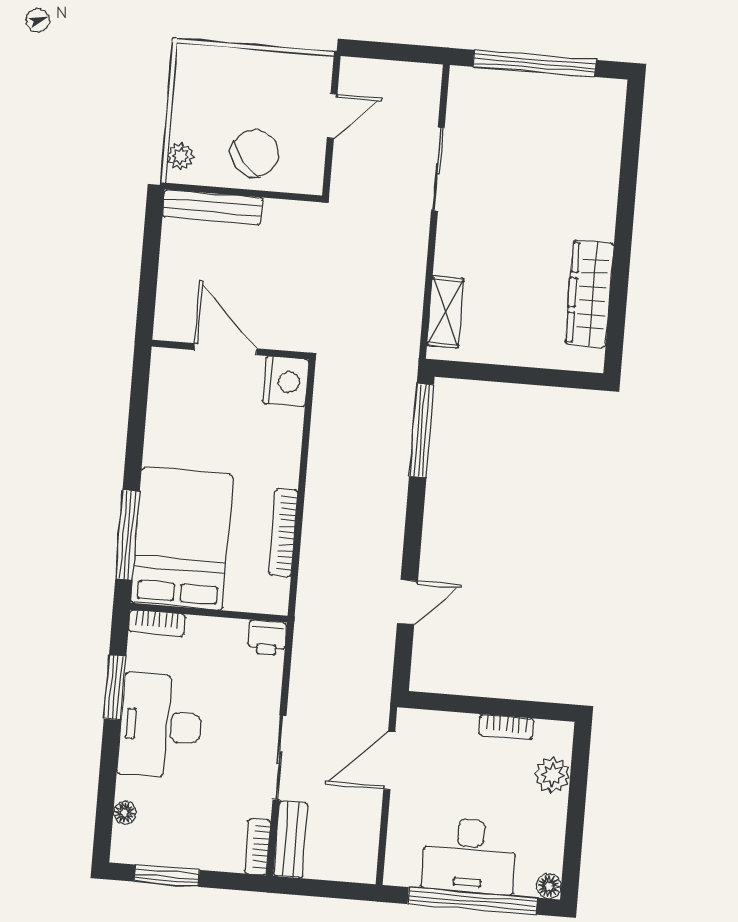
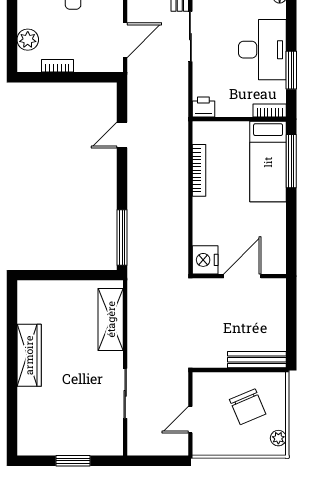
window: (534, 63) -> (73, 461), width x0.47
chair: (255, 153) -> (248, 407), moved, turned -73
plant: (181, 156) -> (278, 438), moved
wardrobe: (590, 294) -> (29, 355), moved
shelving: (445, 312) -> (111, 319), width x1.50, depth x1.33
door: (225, 349) -> (242, 276), swing flipped
bed: (182, 539) -> (268, 162), width x0.67

